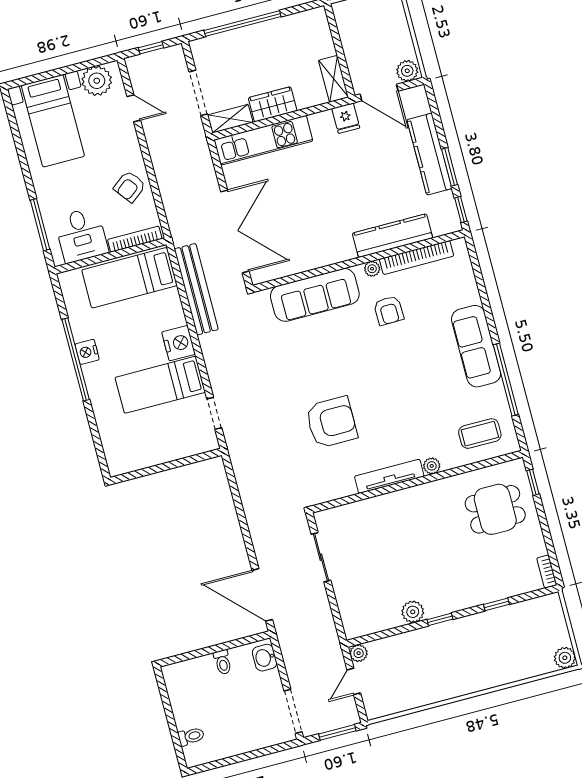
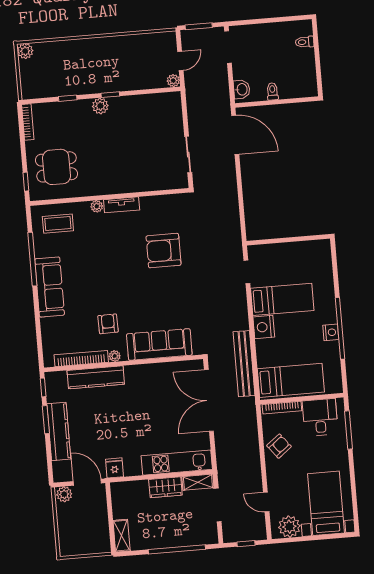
shelving: (334, 79) -> (122, 536), moved
tv unit: (389, 476) -> (122, 205), width x0.71
bookcase: (547, 572) -> (28, 122), width x1.56
plant: (413, 612) -> (100, 106), moved

